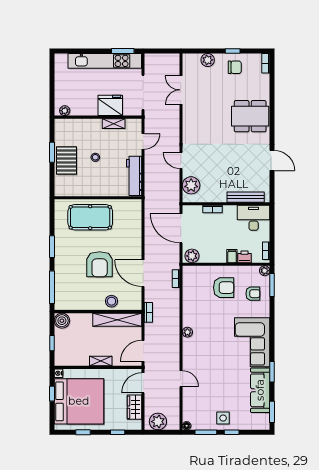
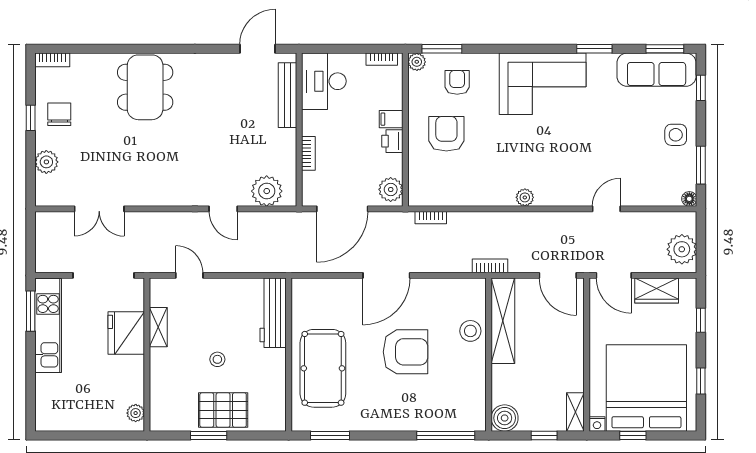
kitchen unit: (105, 61) -> (48, 326), width x0.73
door: (181, 161) -> (223, 209), hinge flipped
door: (272, 161) -> (257, 49), moved
workbench: (134, 176) -> (273, 313), moved, turned 90
window: (52, 247) -> (330, 436), moved
printer: (244, 257) -> (392, 141), moved
door: (143, 273) -> (386, 275), moved
shelving: (101, 361) -> (575, 412), moved
sofa: (260, 390) -> (657, 70), moved
window: (232, 432) -> (701, 88), moved

